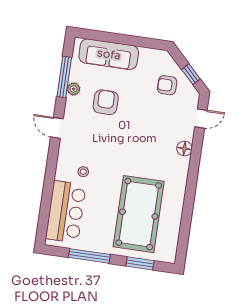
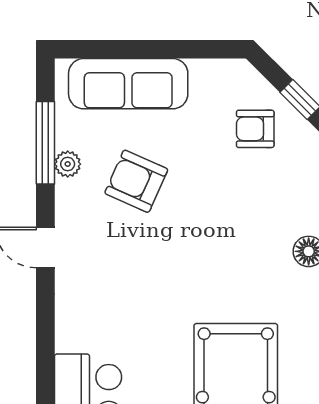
armchair: (106, 102) -> (136, 181), turned -66
stool: (83, 172) -> (111, 328), removed

